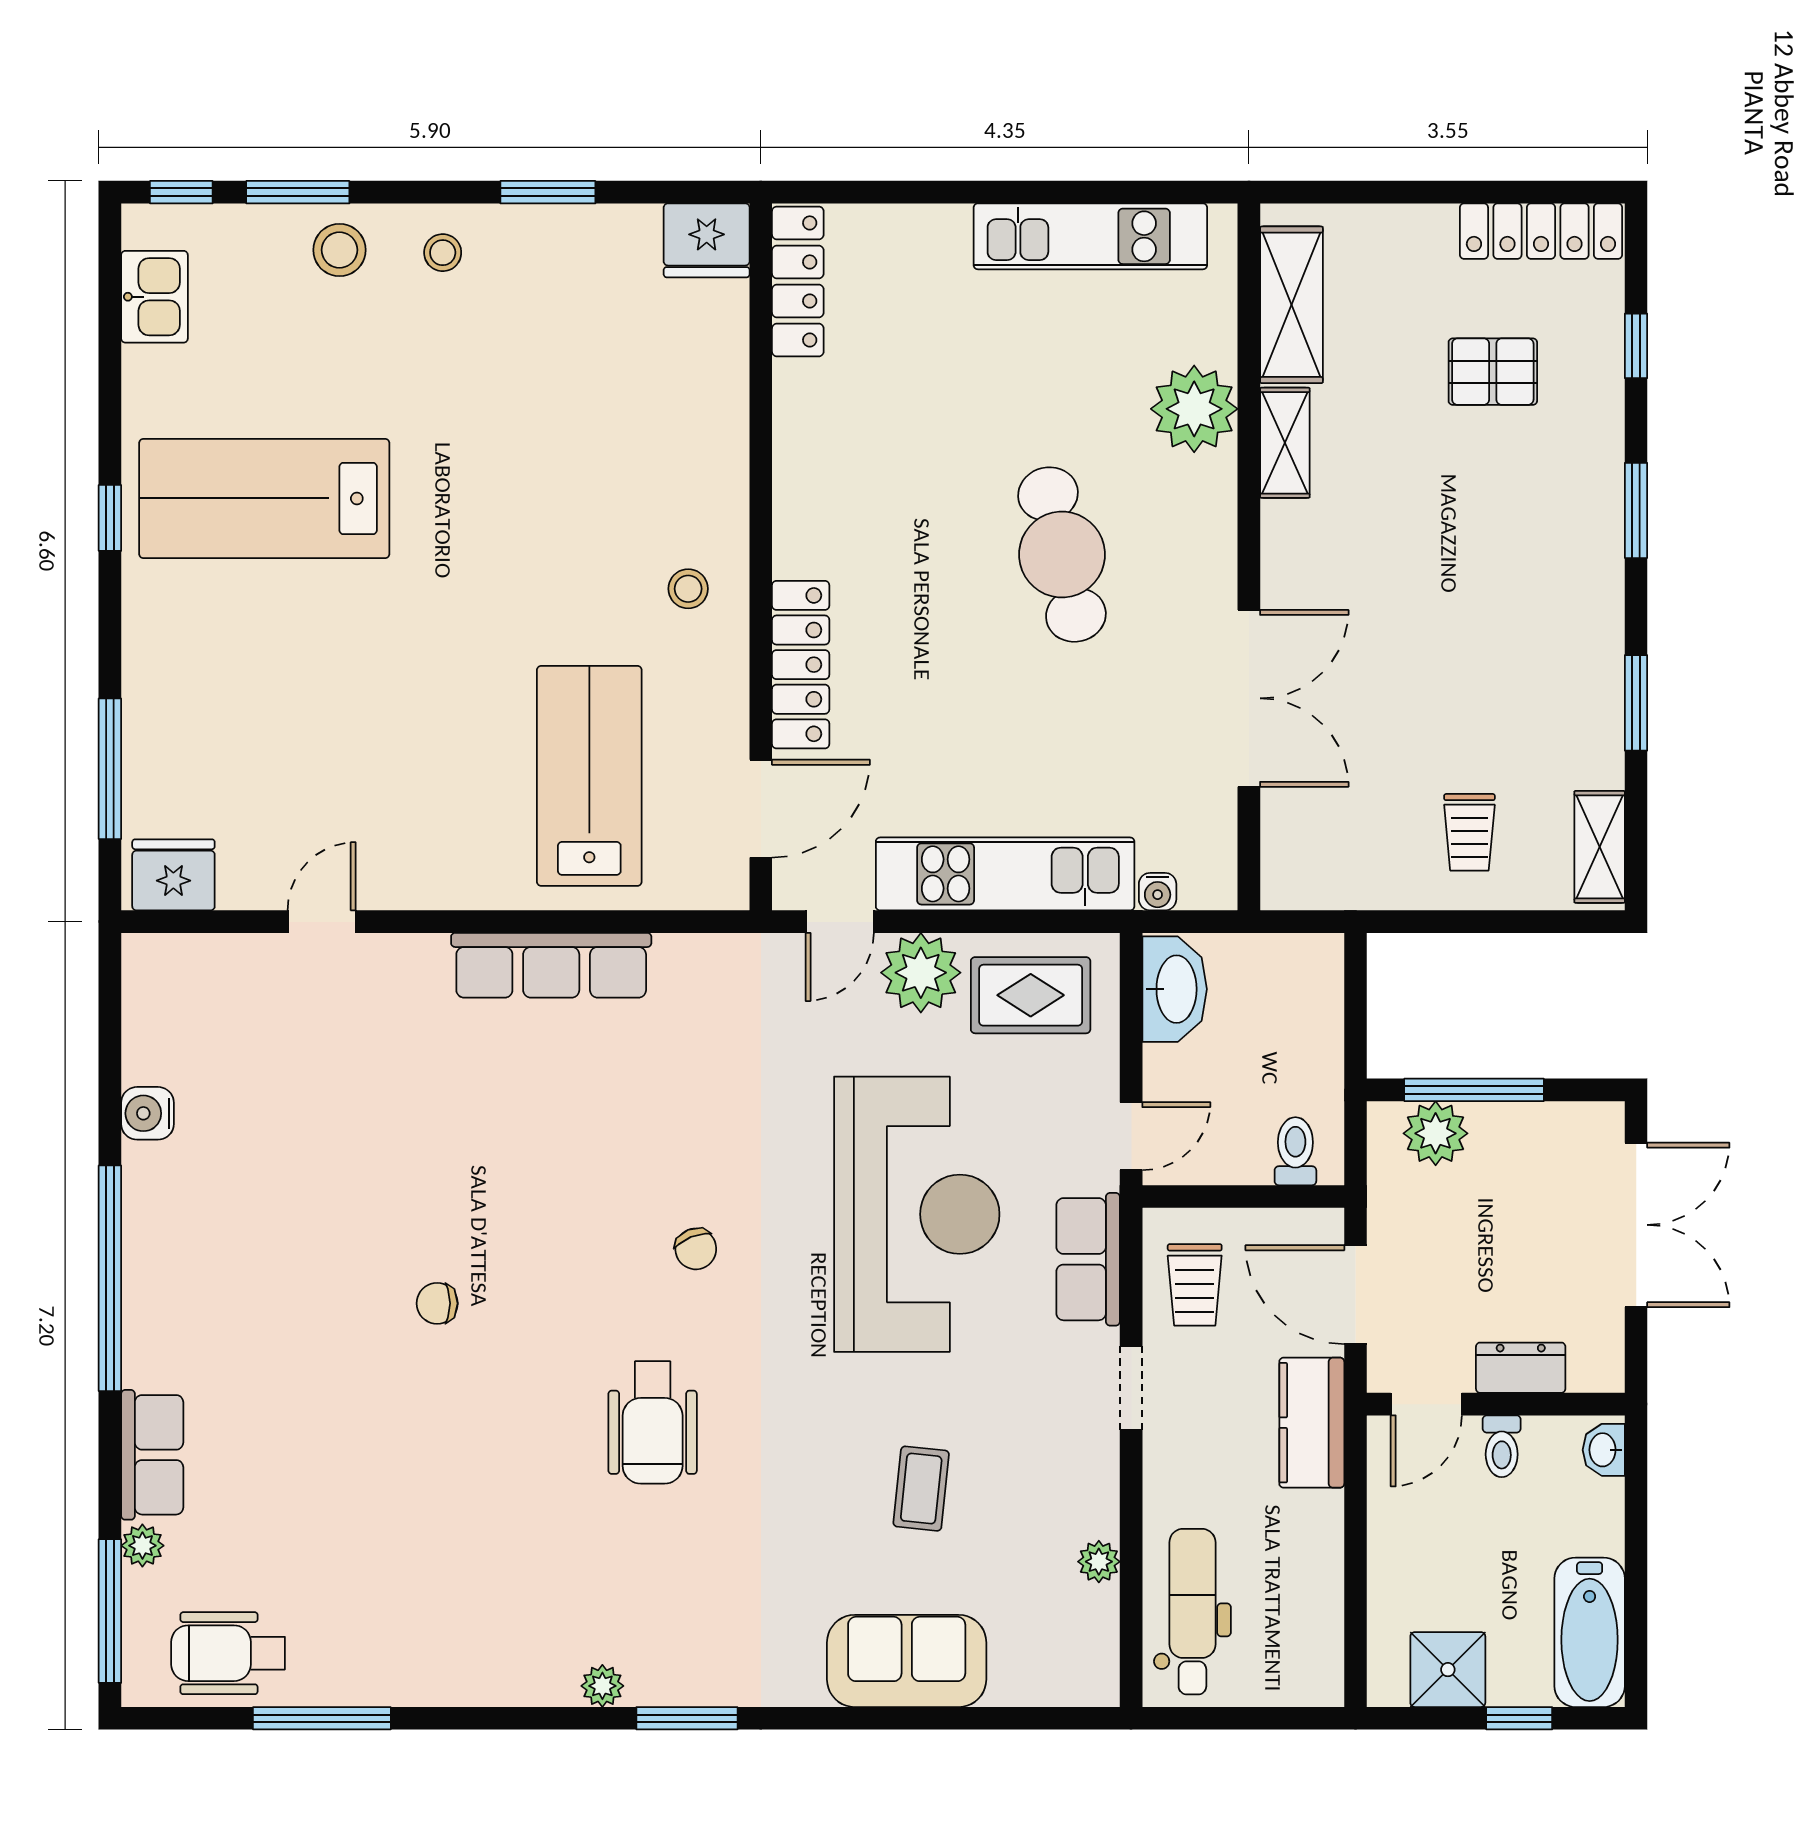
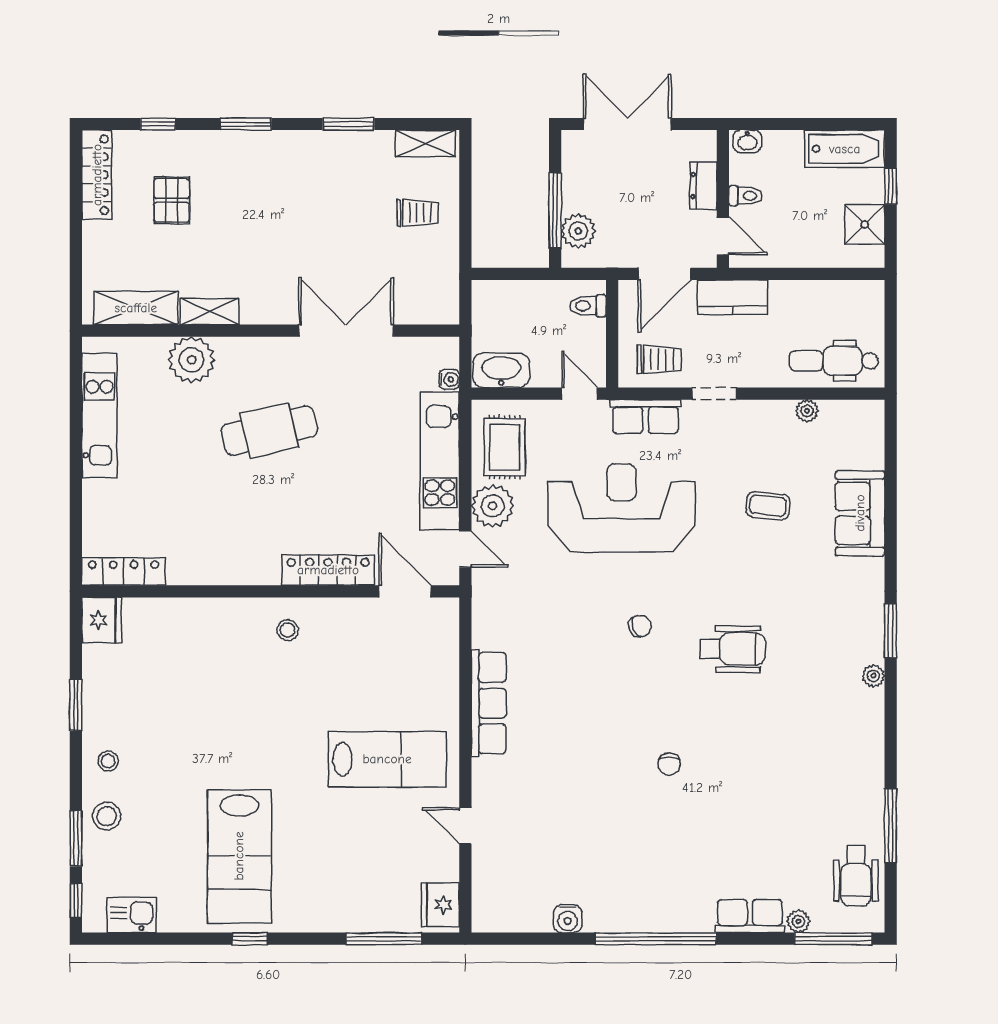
lab bench: (589, 776) -> (387, 759), moved, turned 180

